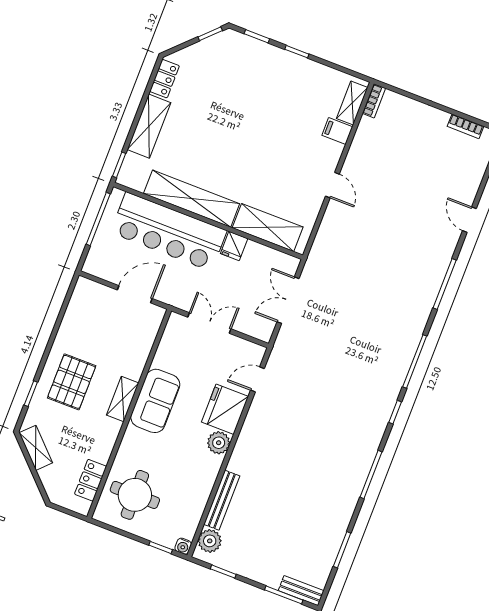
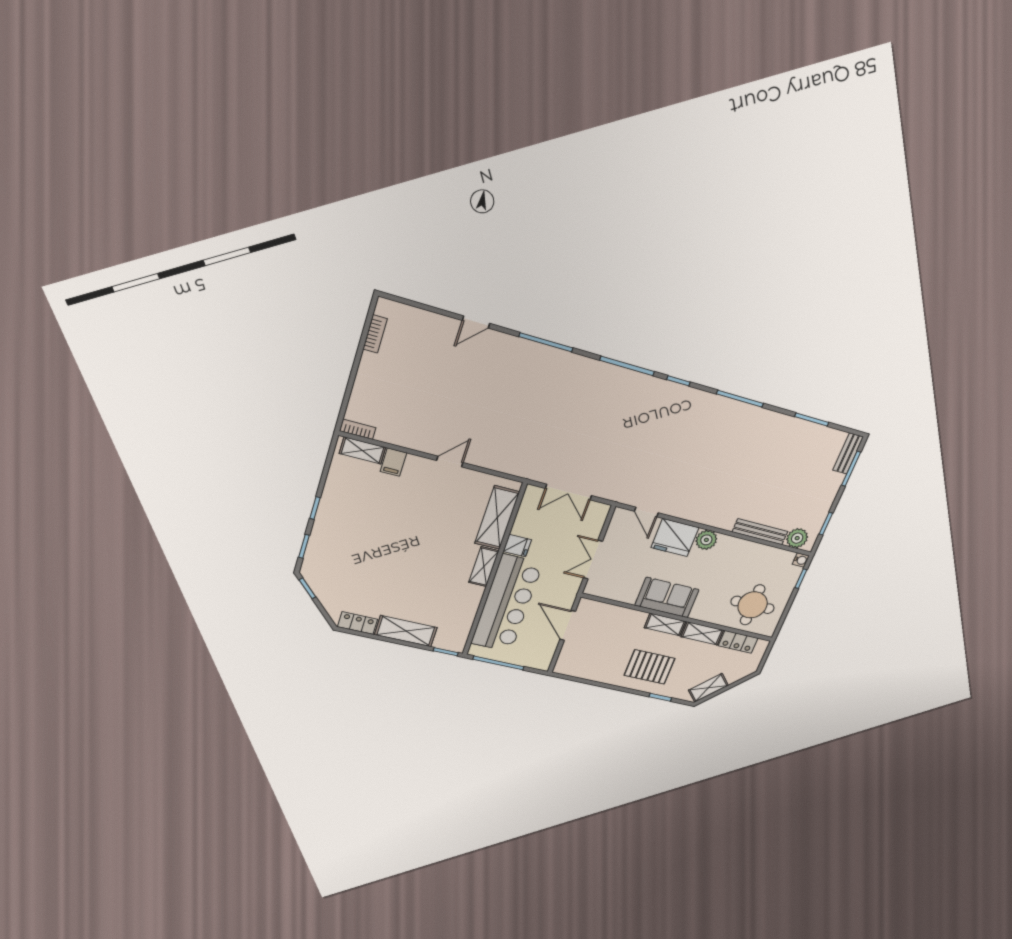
shelving: (192, 199) -> (484, 567), width x0.45, depth x0.75
shelving: (106, 440) -> (702, 633), added

